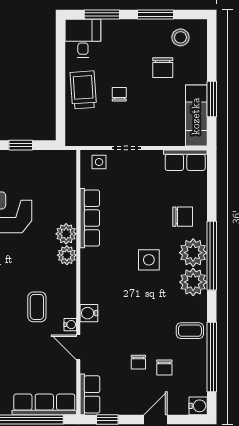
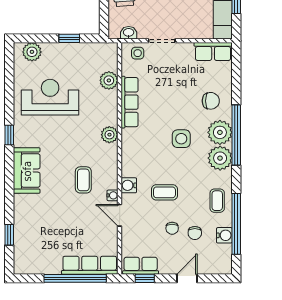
washbasin: (89, 139) -> (129, 33), added
plant: (66, 234) -> (109, 80), moved
coffee table: (130, 321) -> (164, 192), added
coffee table: (190, 331) -> (217, 201), turned 90
row of seats: (90, 394) -> (141, 266), moved, turned -90
water cooler: (198, 406) -> (224, 235), moved

